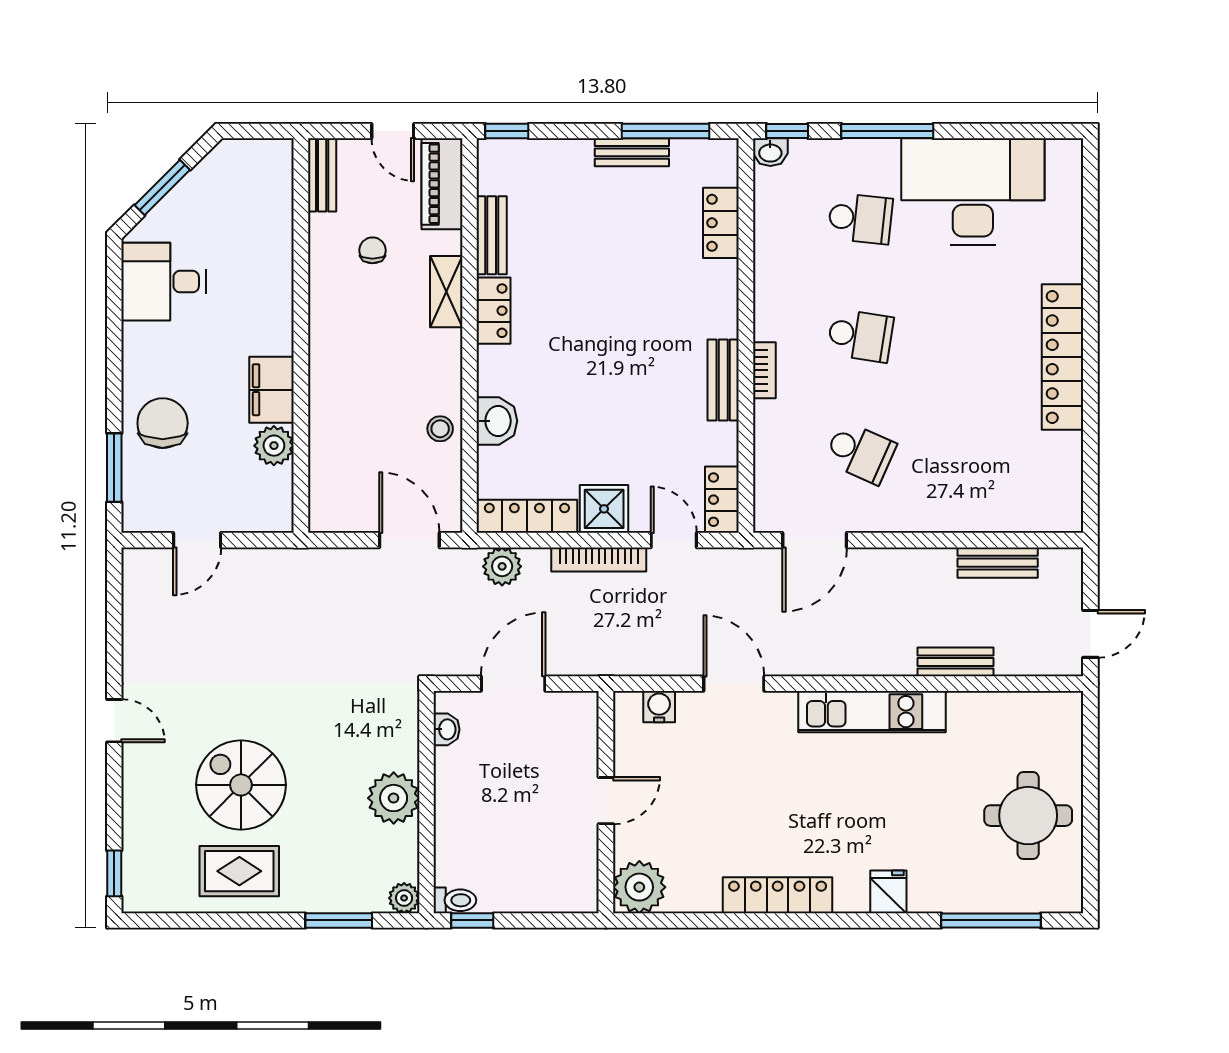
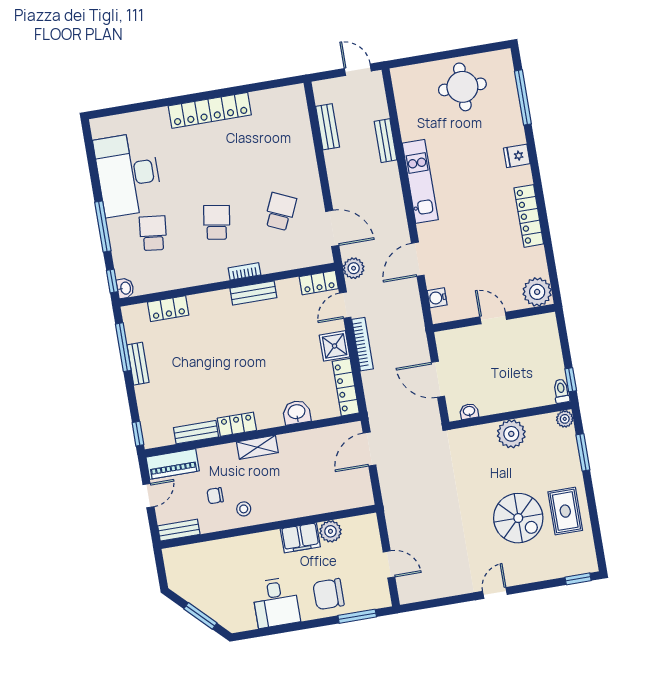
desk: (164, 282) -> (276, 602), moved
shelving: (446, 292) -> (257, 447), moved
stool: (440, 429) -> (244, 509), moved
plant: (502, 566) -> (354, 268), moved
spiral stairs: (241, 785) -> (518, 518), turned -90

